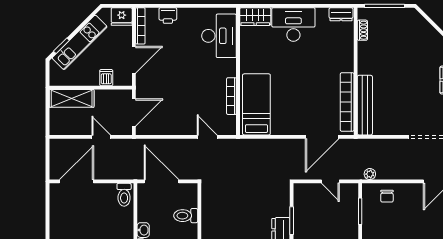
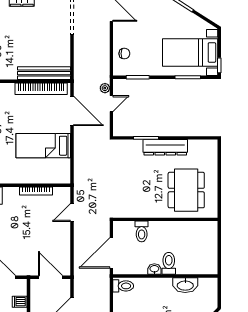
bed: (256, 104) -> (43, 146), moved
plant: (370, 174) -> (105, 88), moved

